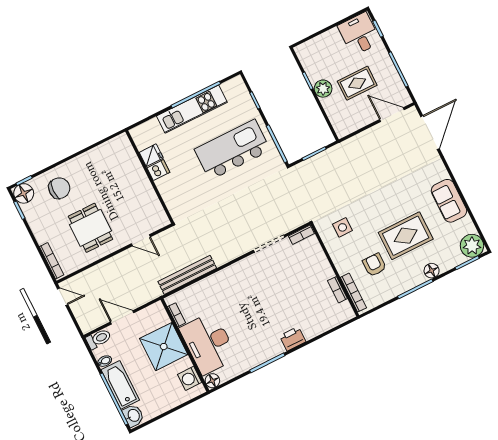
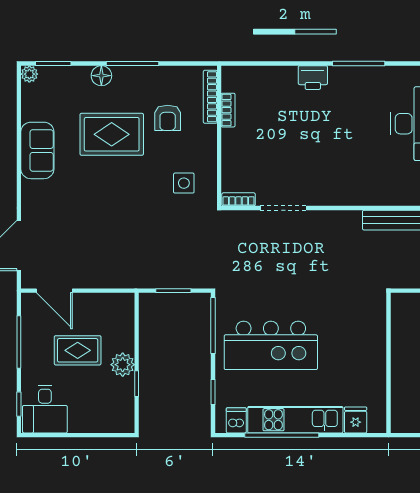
fridge: (151, 155) -> (356, 420), moved, turned 90
dishwasher: (158, 170) -> (236, 420), moved, turned 90
plant: (472, 246) -> (29, 74), width x0.53, depth x0.53

